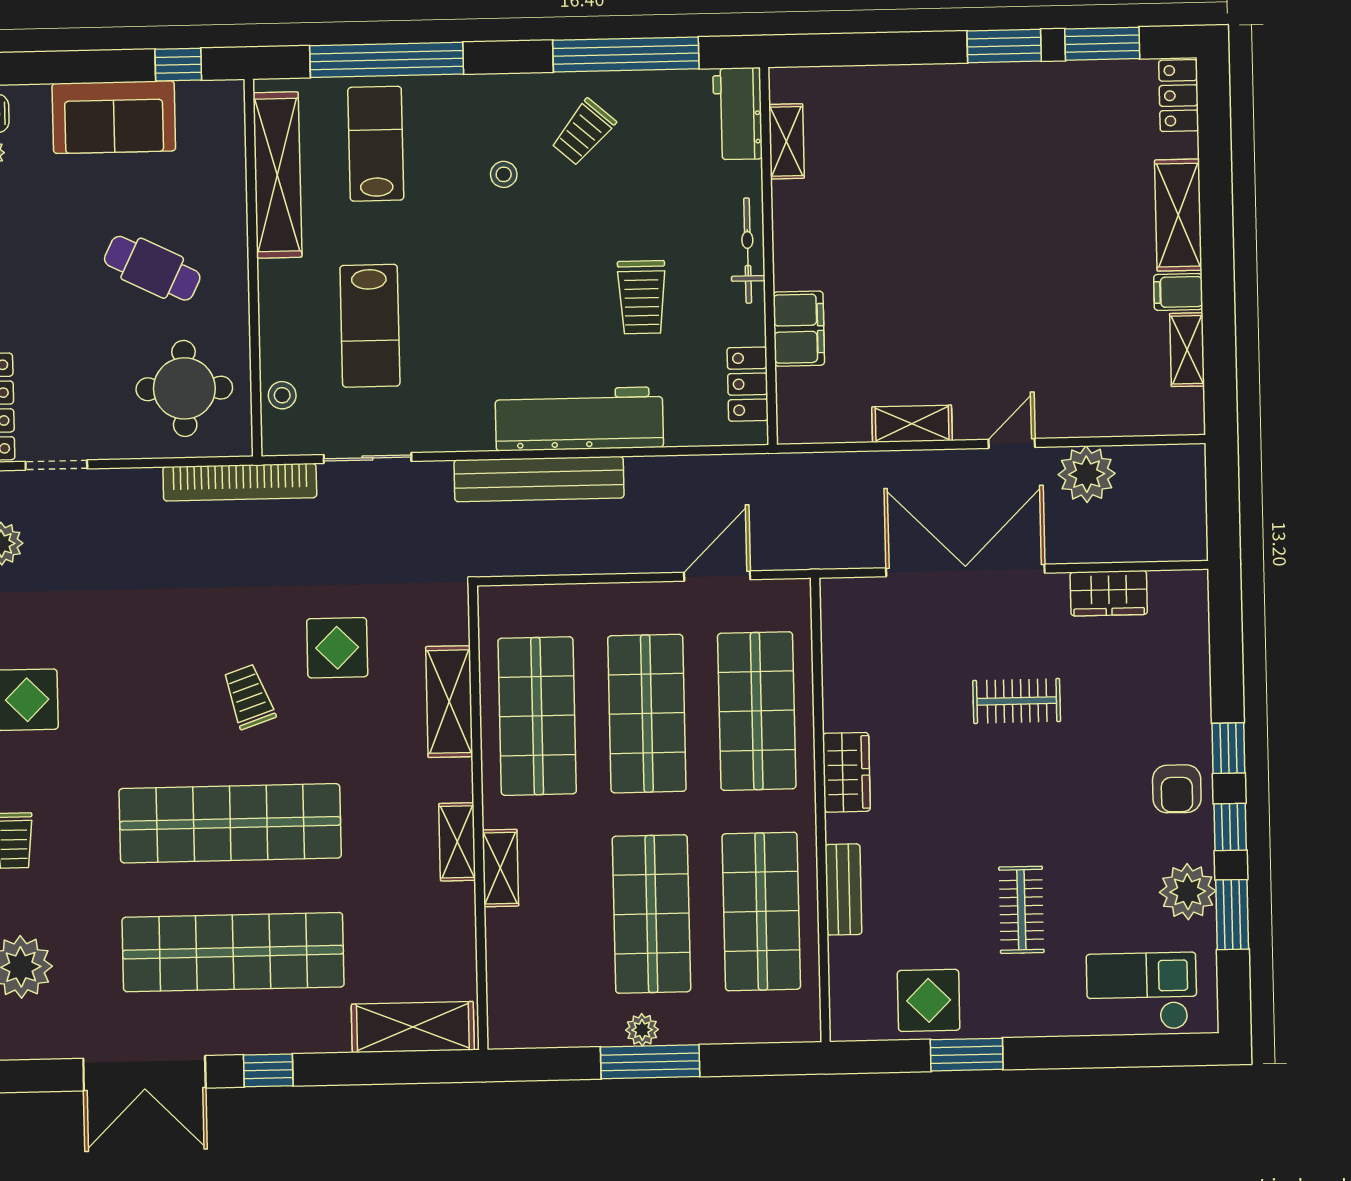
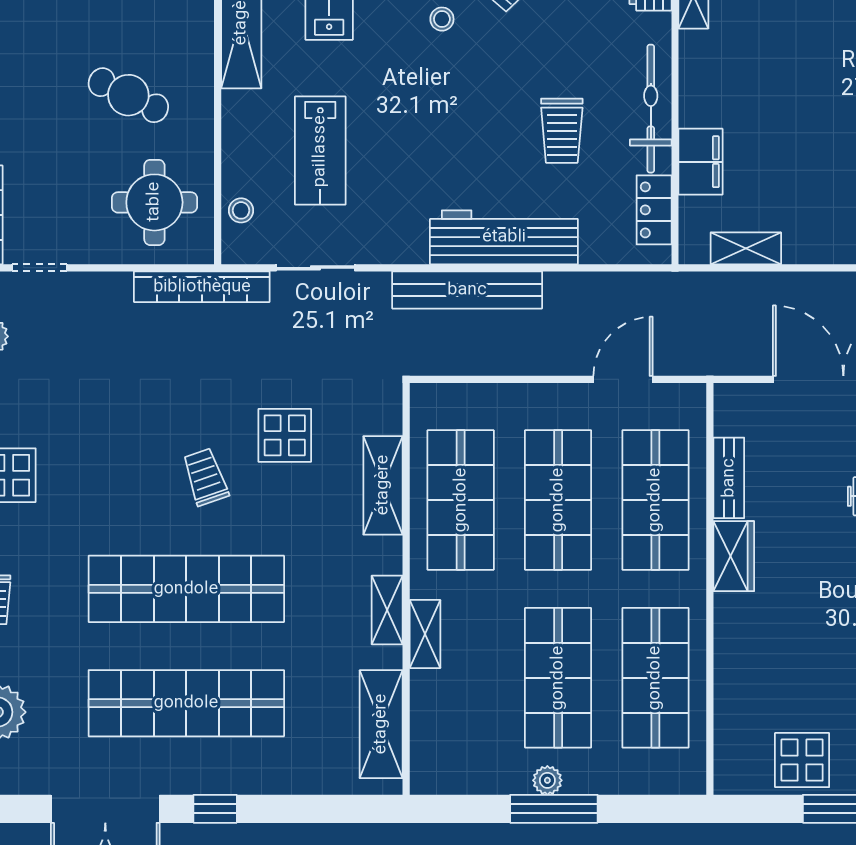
bicycle: (748, 251) -> (651, 109), width x1.37, depth x1.40
shelving: (912, 424) -> (746, 248), moved
bench: (843, 889) -> (729, 478), moved
shelving: (413, 1027) -> (381, 724), moved, turned 90

